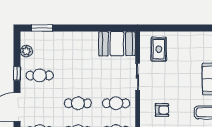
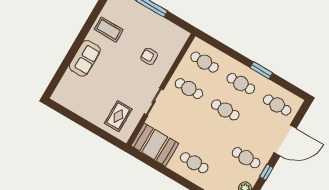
cafe table: (78, 48) -> (194, 163), added

